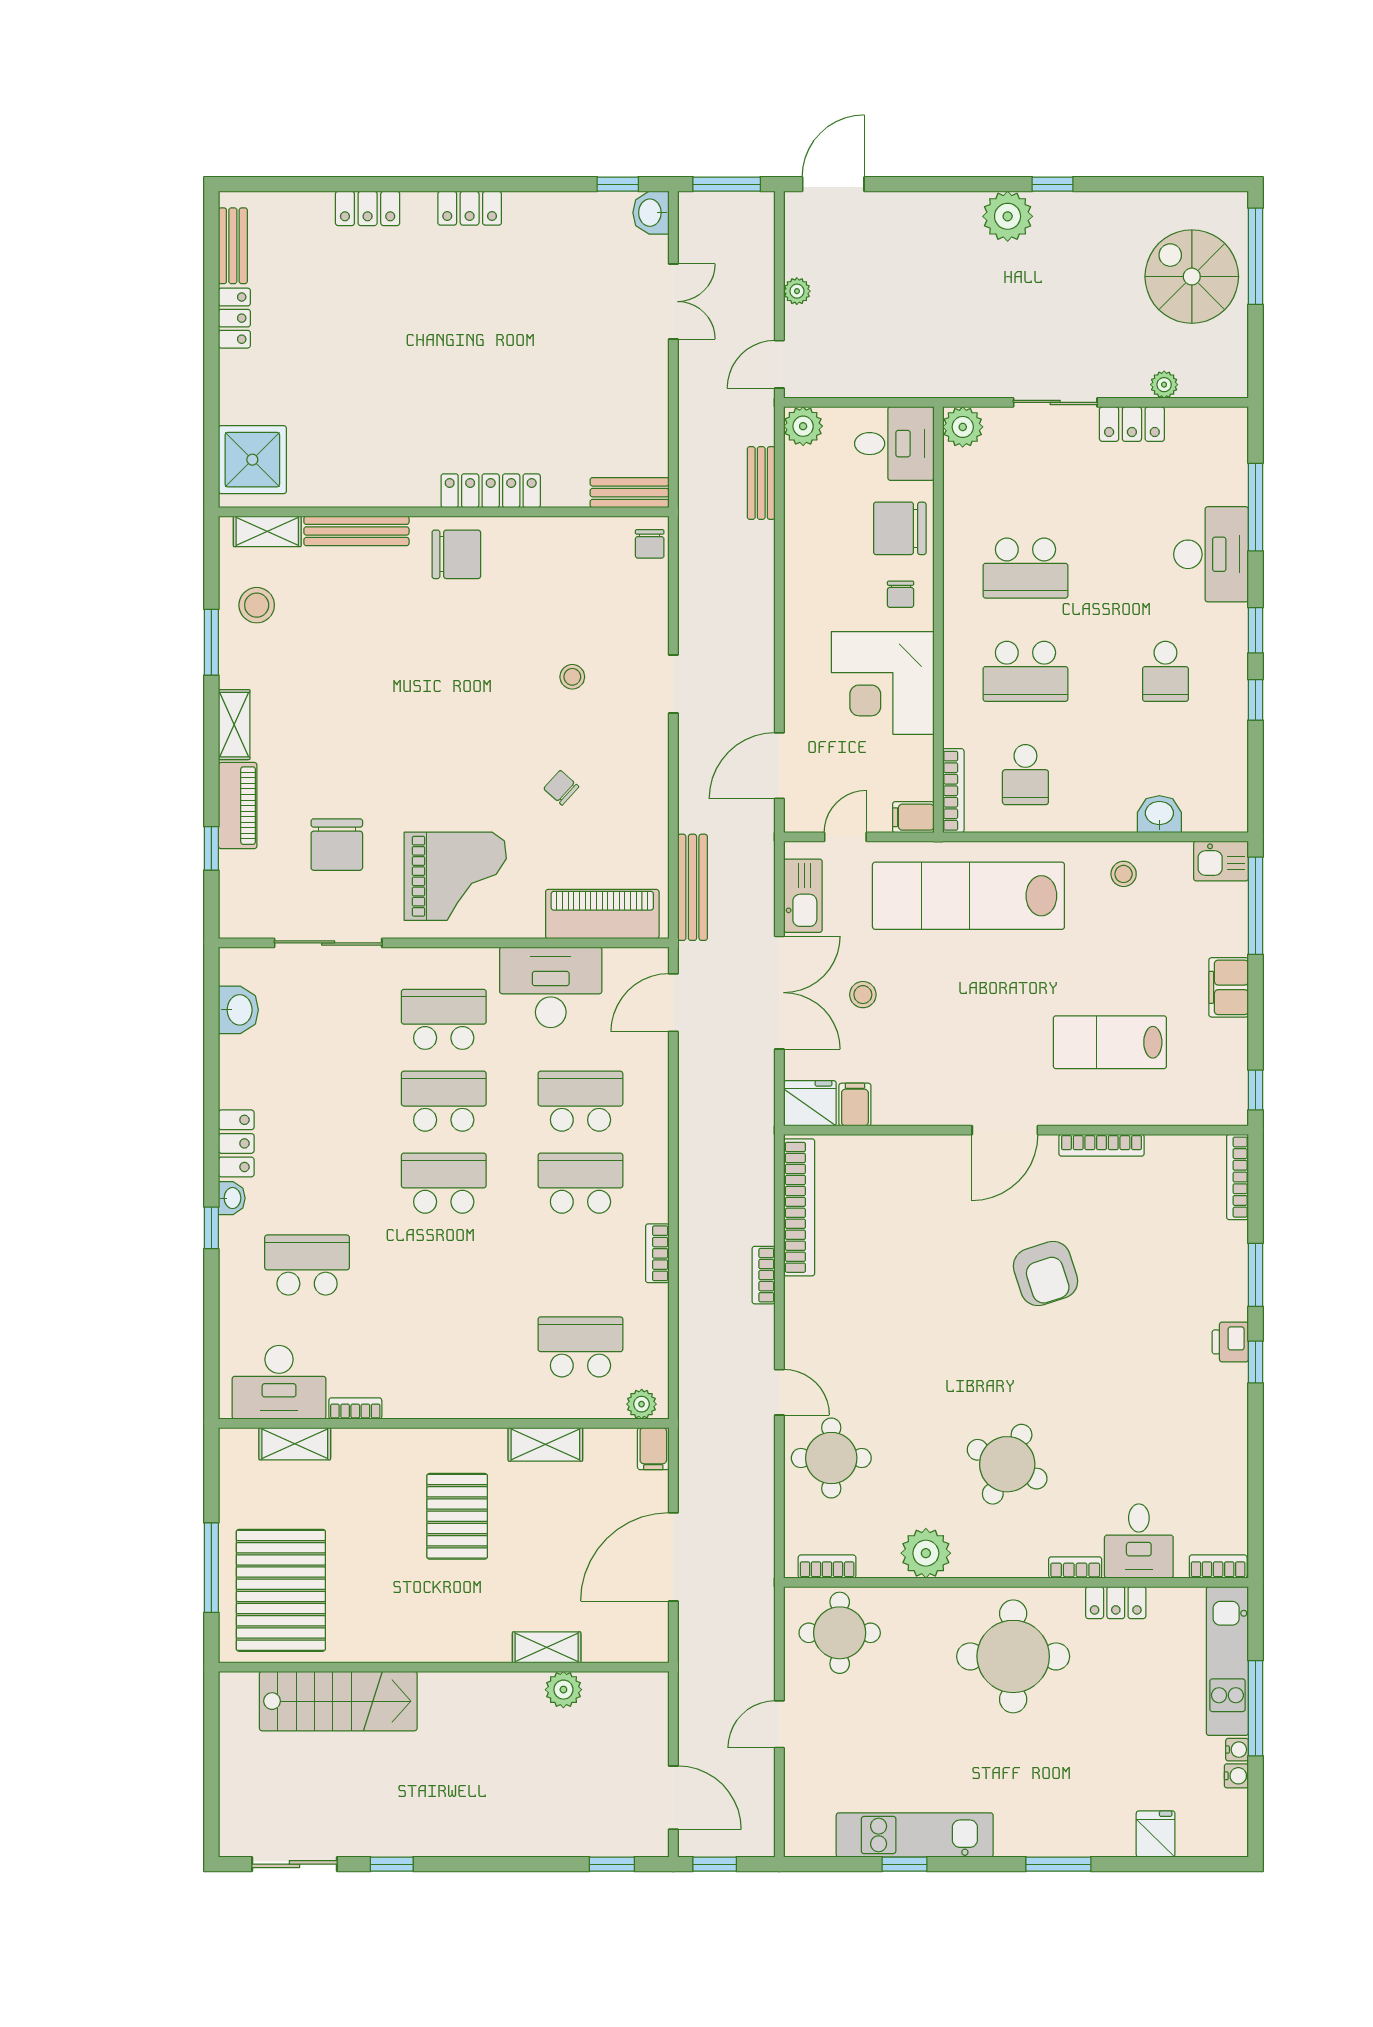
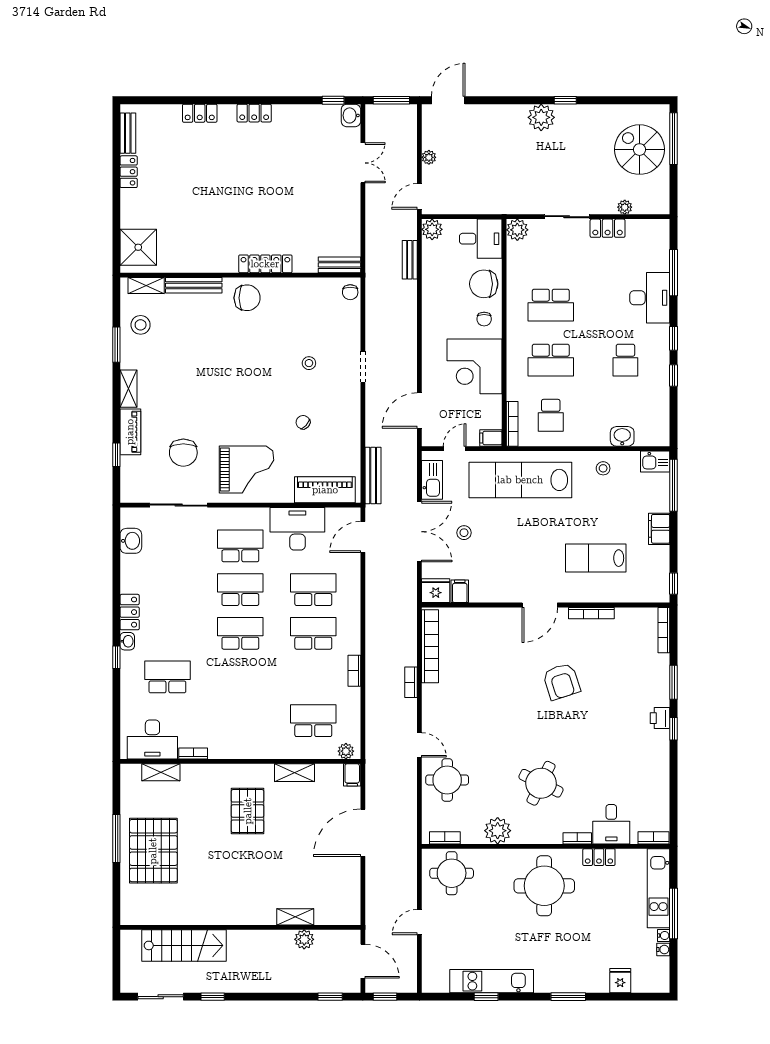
shelving: (547, 1647) -> (295, 917), moved
wall: (444, 1667) -> (240, 927), moved
plant: (563, 1690) -> (304, 939), moved
stairs: (338, 1701) -> (184, 945), moved

